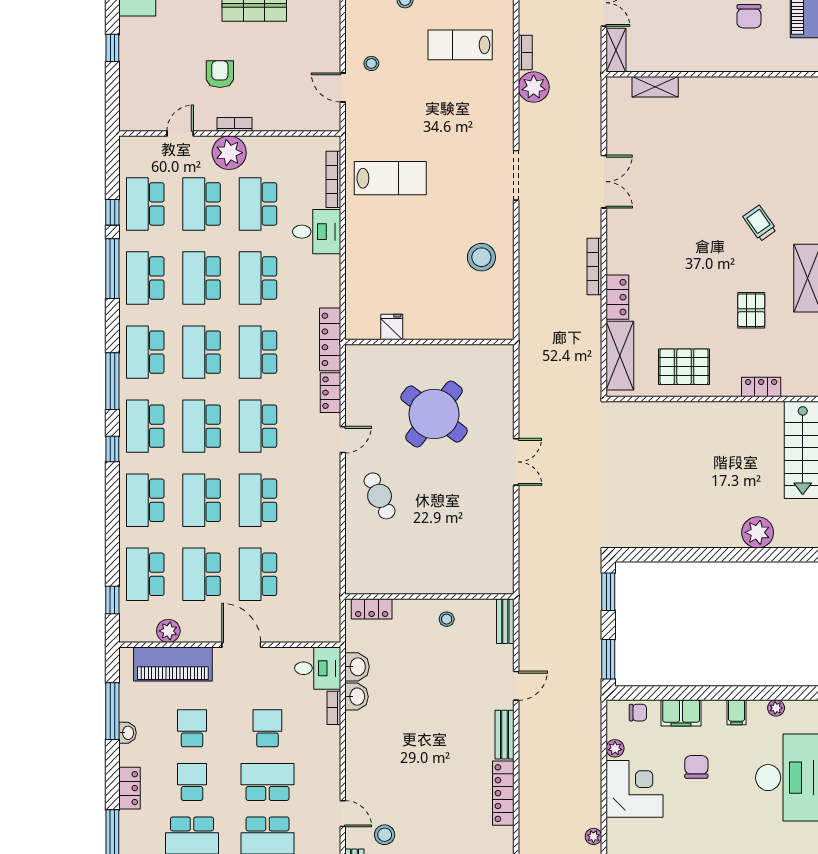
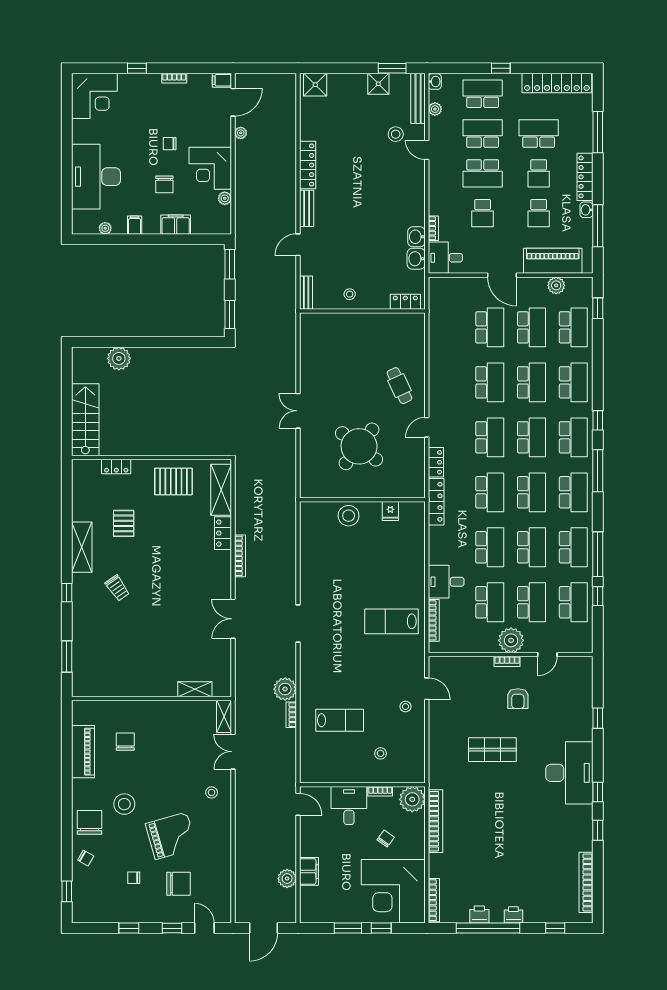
stool: (481, 257) -> (349, 516), moved
chair: (638, 713) -> (170, 144), moved
locker: (129, 788) -> (585, 177), width x1.53

